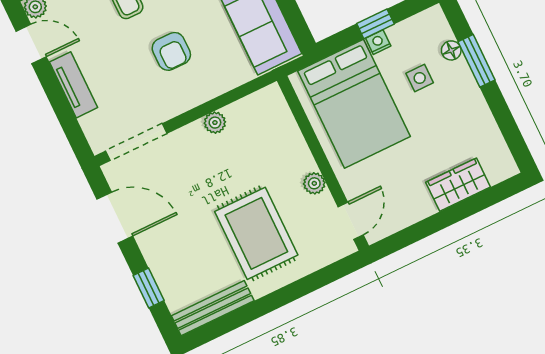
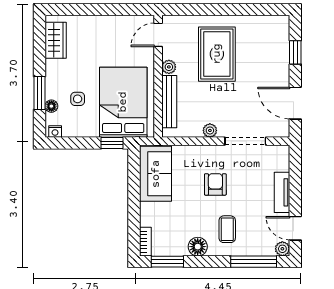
window: (375, 24) -> (112, 143), moved
nightstand: (378, 42) -> (55, 132), moved
doorway: (136, 142) -> (245, 141), moved
wardrobe: (458, 185) -> (56, 40), moved, turned -90
bench: (213, 308) -> (169, 102), moved, turned 90

